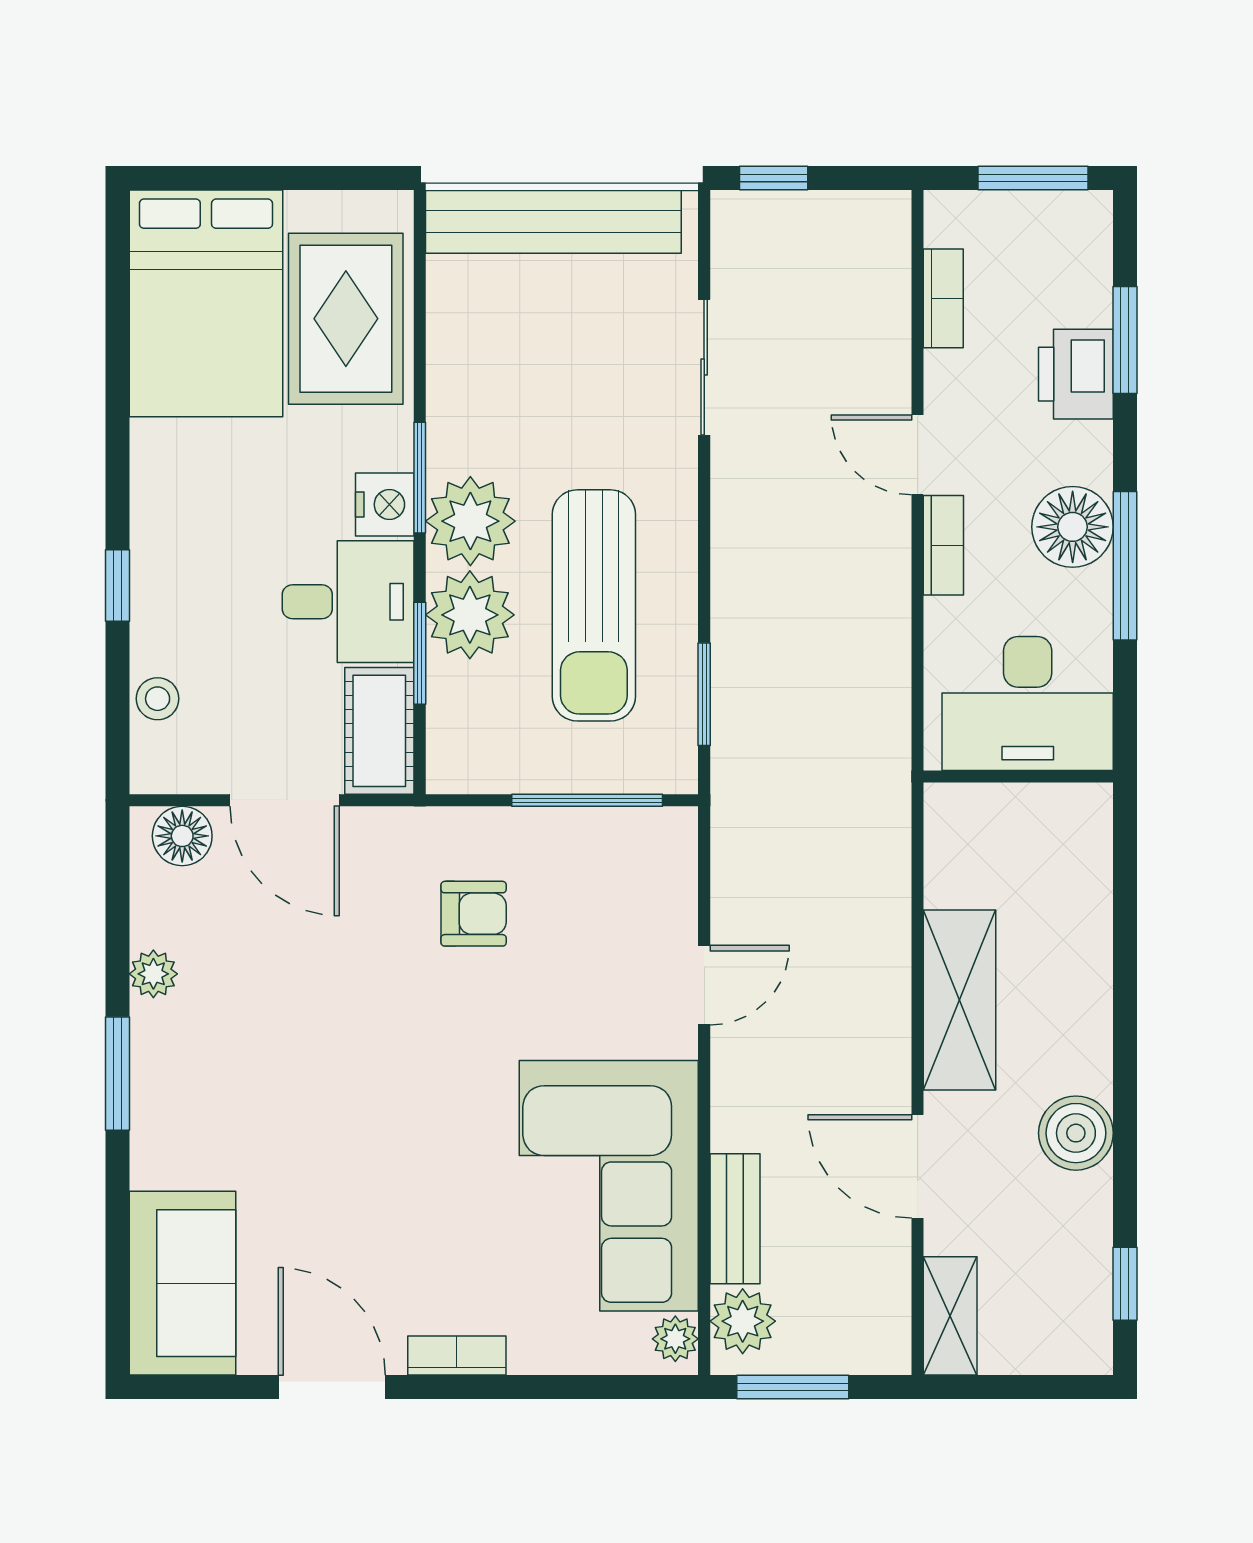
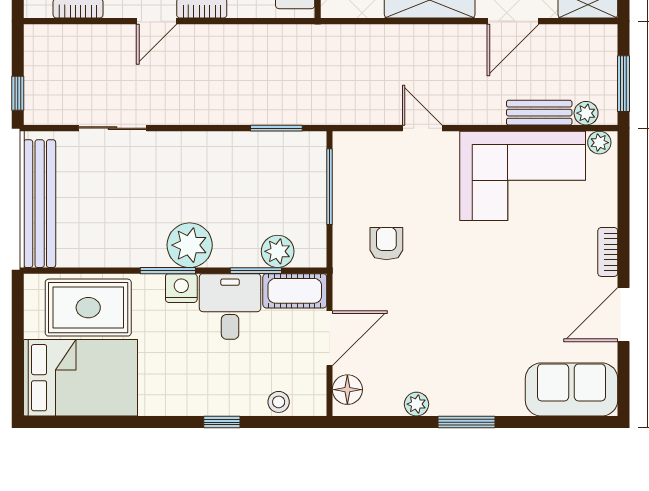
sun lounger: (594, 605) -> (232, 183), removed
plant: (470, 615) -> (278, 251), moved, width x0.73, depth x0.73
plant: (743, 1321) -> (586, 113), width x0.73, depth x0.73

